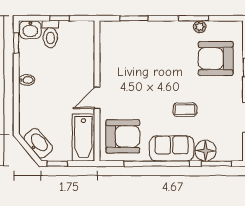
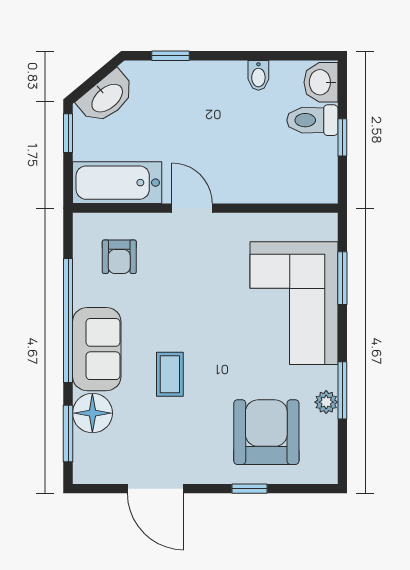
window: (16, 43) -> (171, 56), moved
corner sofa: (147, 44) -> (294, 303), added
bidet: (27, 80) -> (258, 75), moved
armchair: (123, 137) -> (119, 257), width x0.53, depth x0.53

